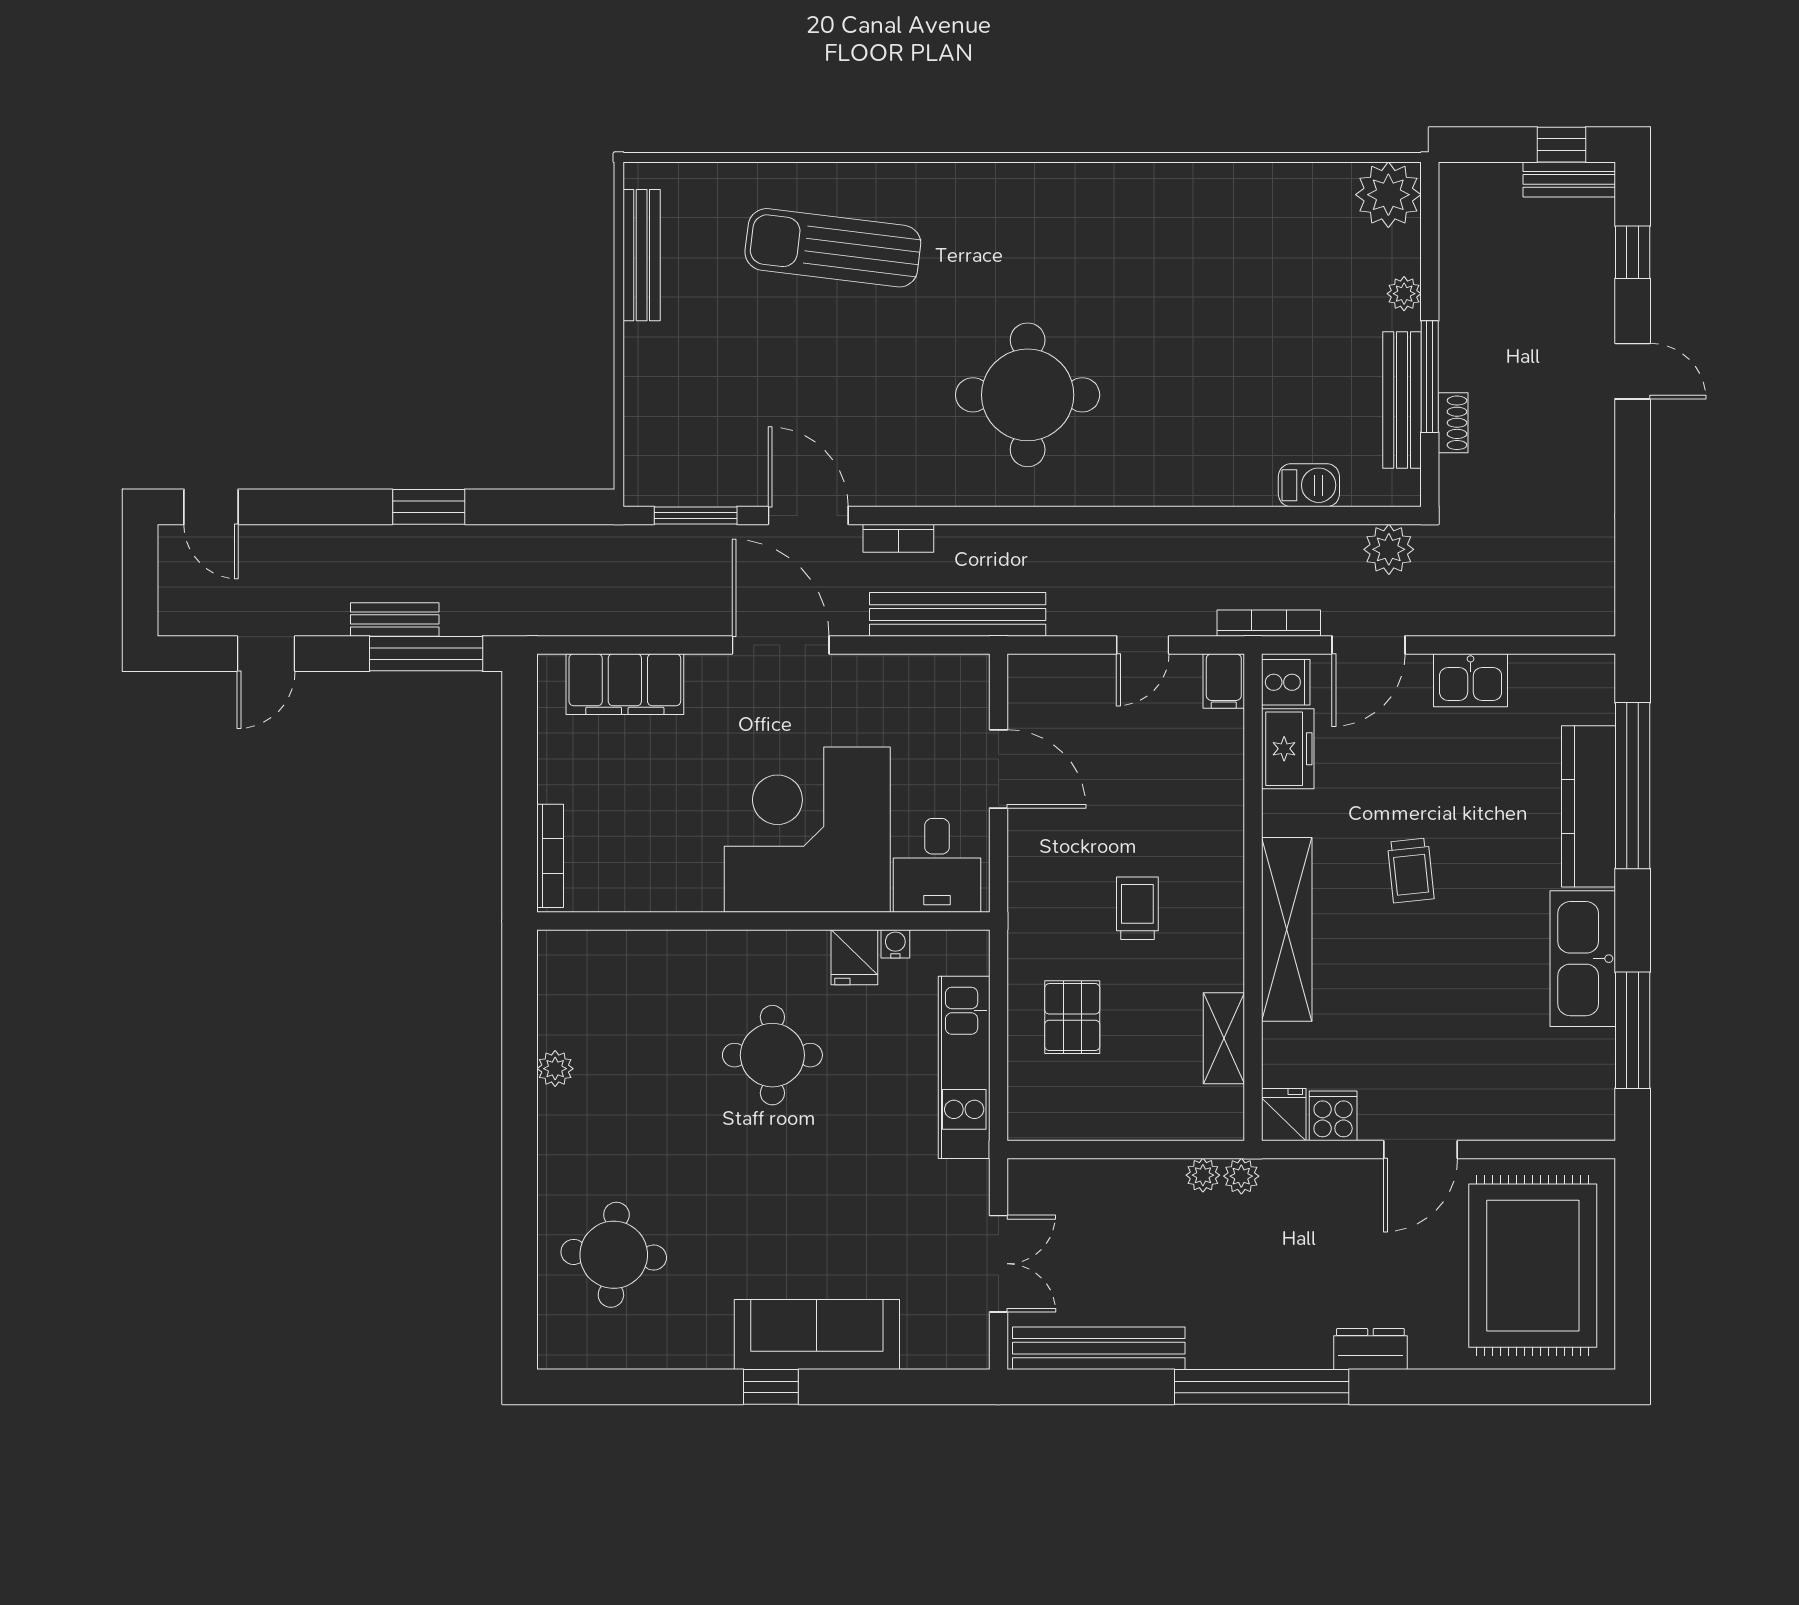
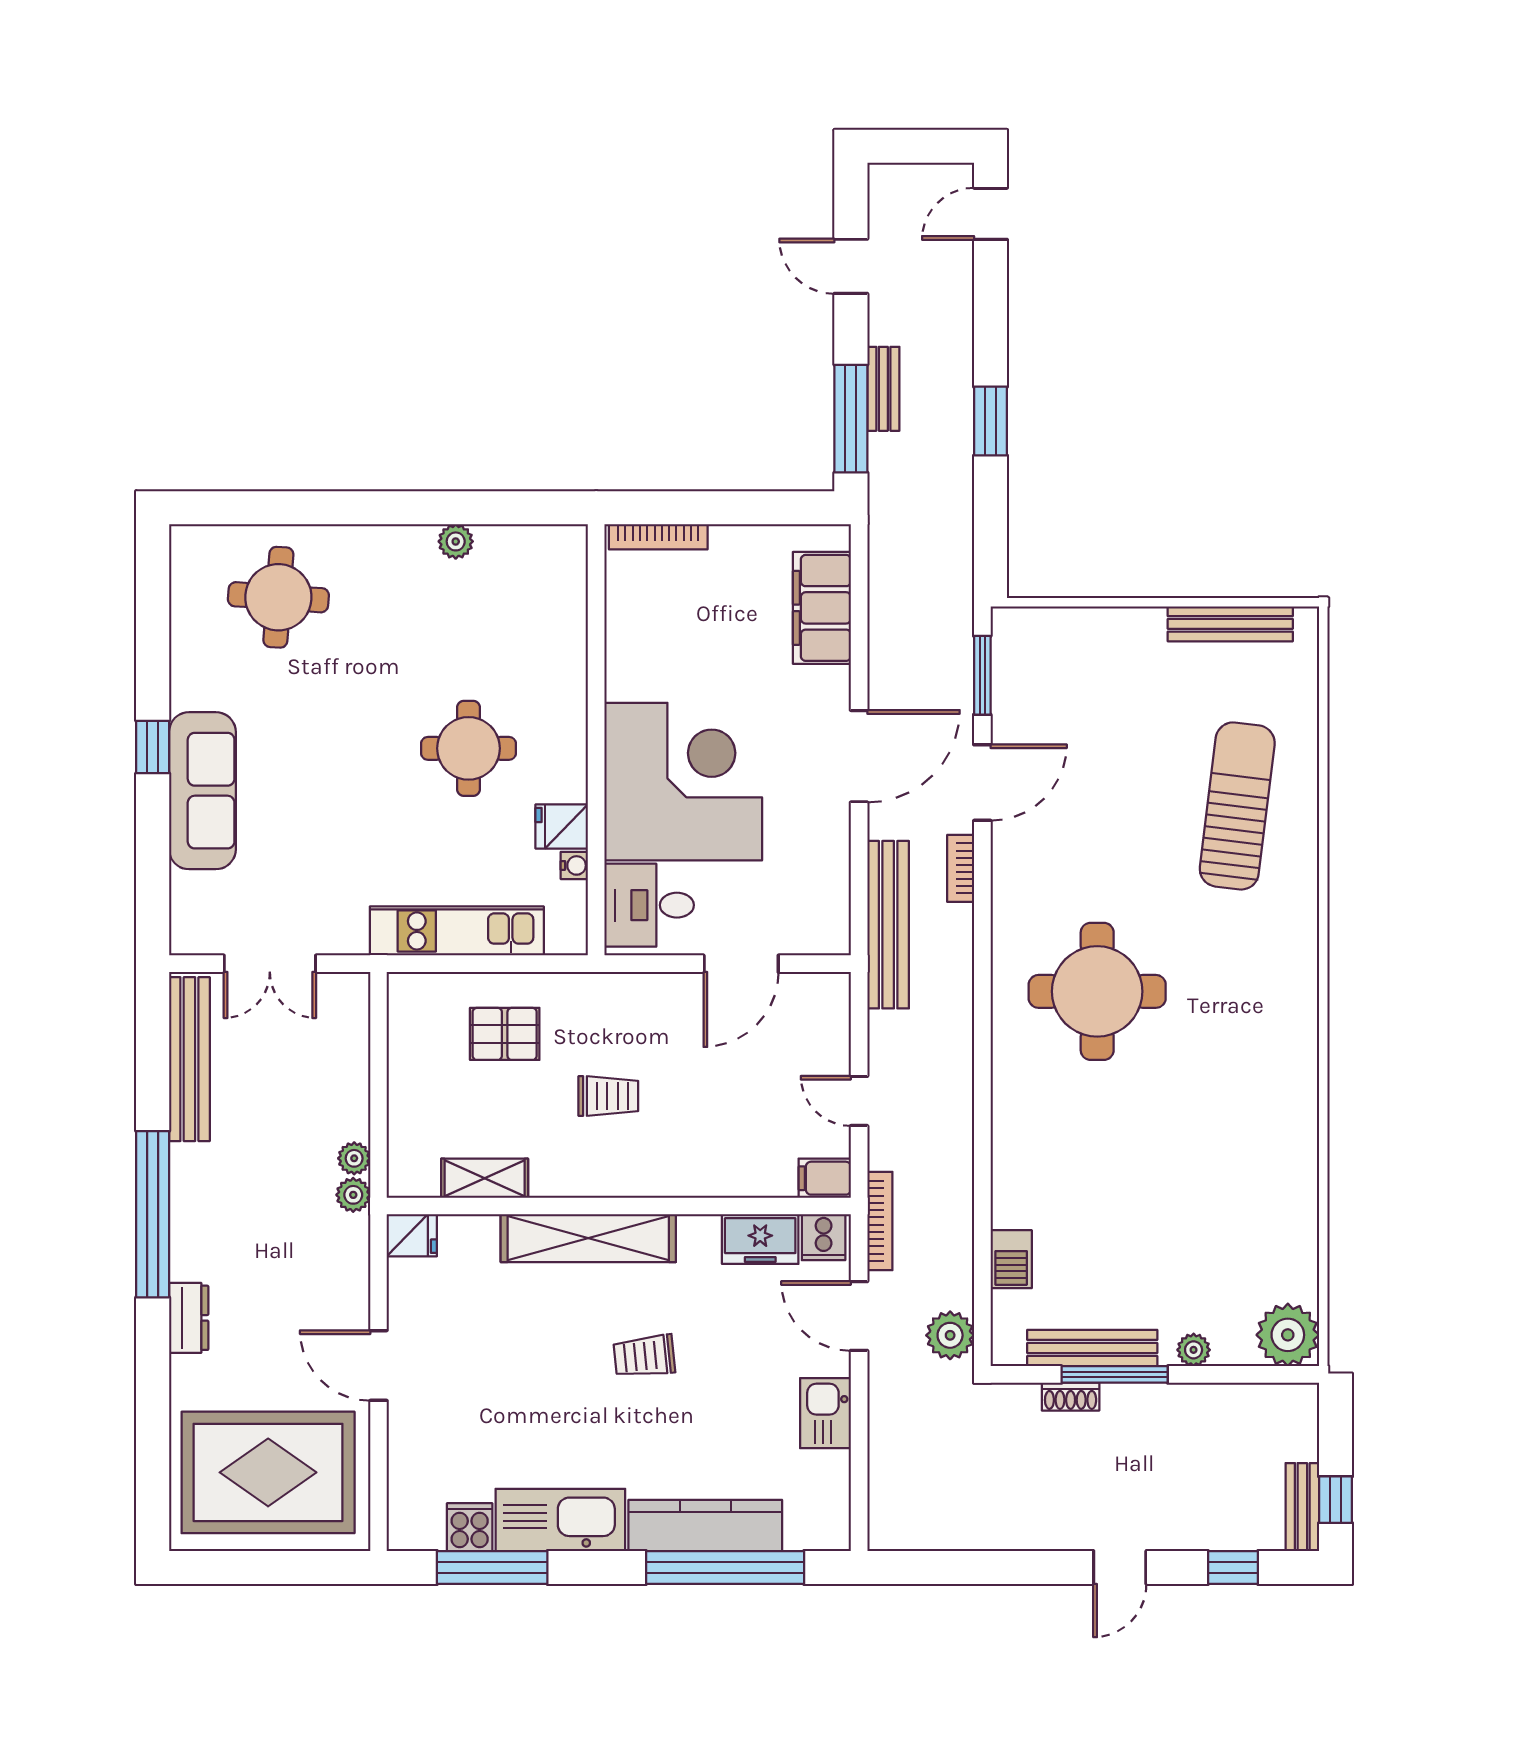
cooker: (1333, 1116) -> (470, 1527), moved, turned -90

